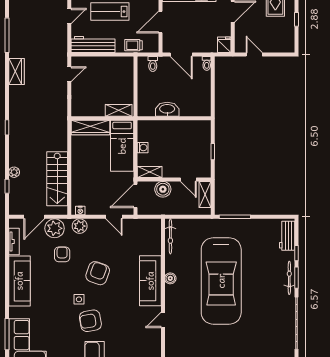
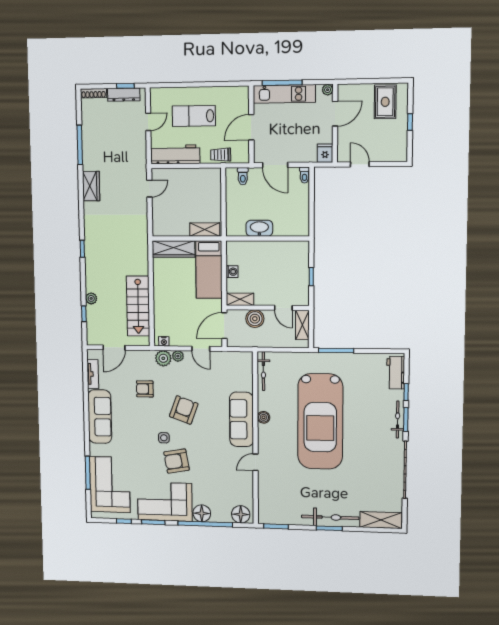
plant: (55, 228) -> (178, 356), moved, width x0.53, depth x0.53
armchair: (62, 254) -> (145, 389), turned -90

